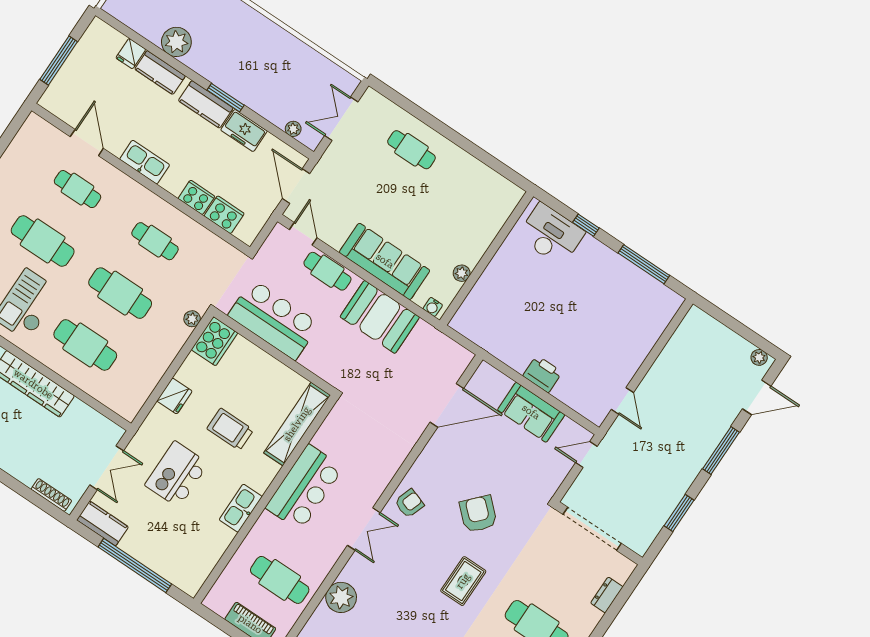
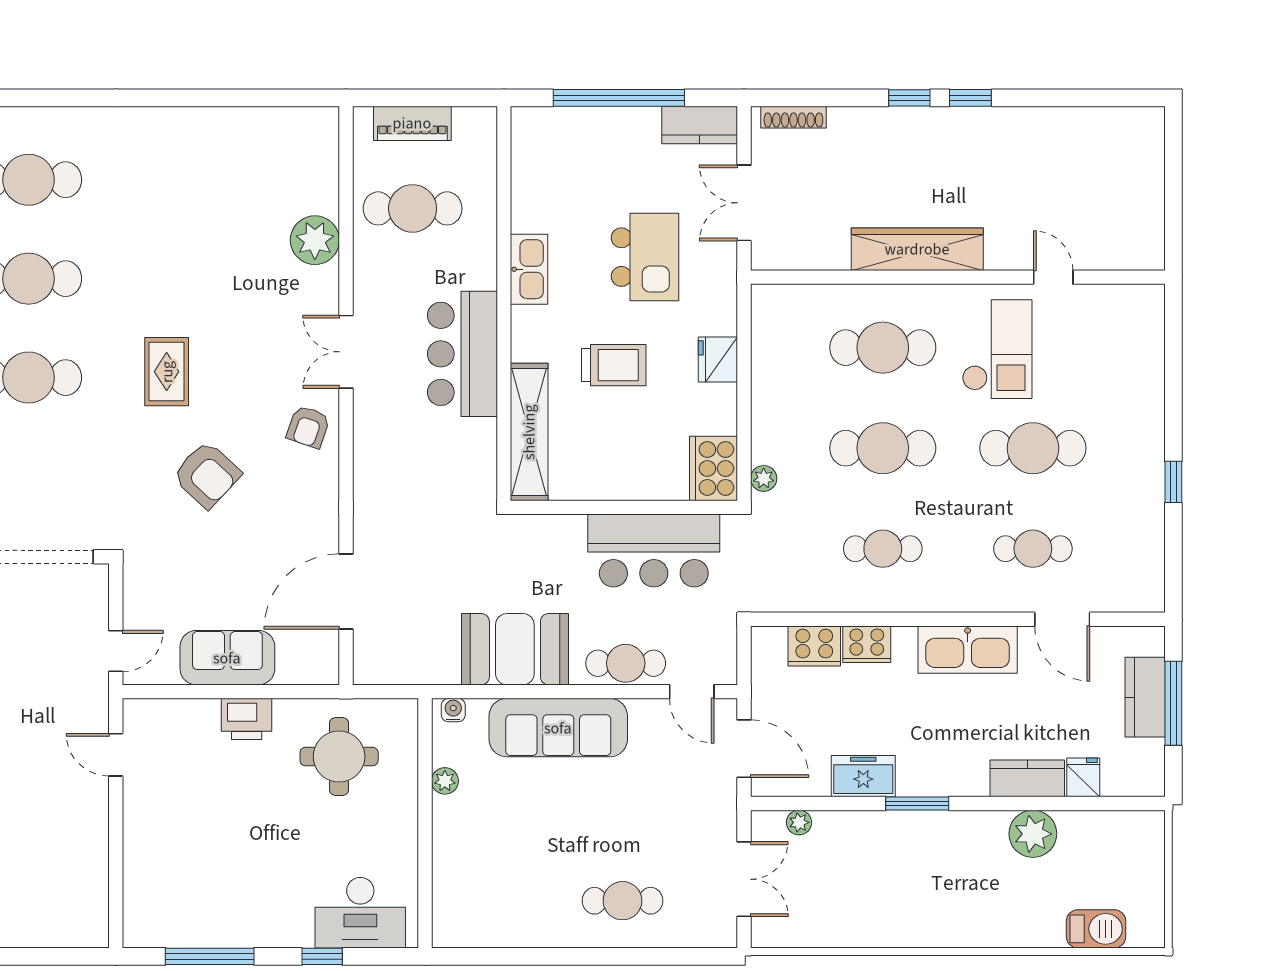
kitchen counter: (206, 104) -> (1145, 697), moved, turned -90
kitchen sink: (145, 162) -> (968, 650), width x1.36, depth x1.24
round table: (508, 323) -> (339, 757), added

